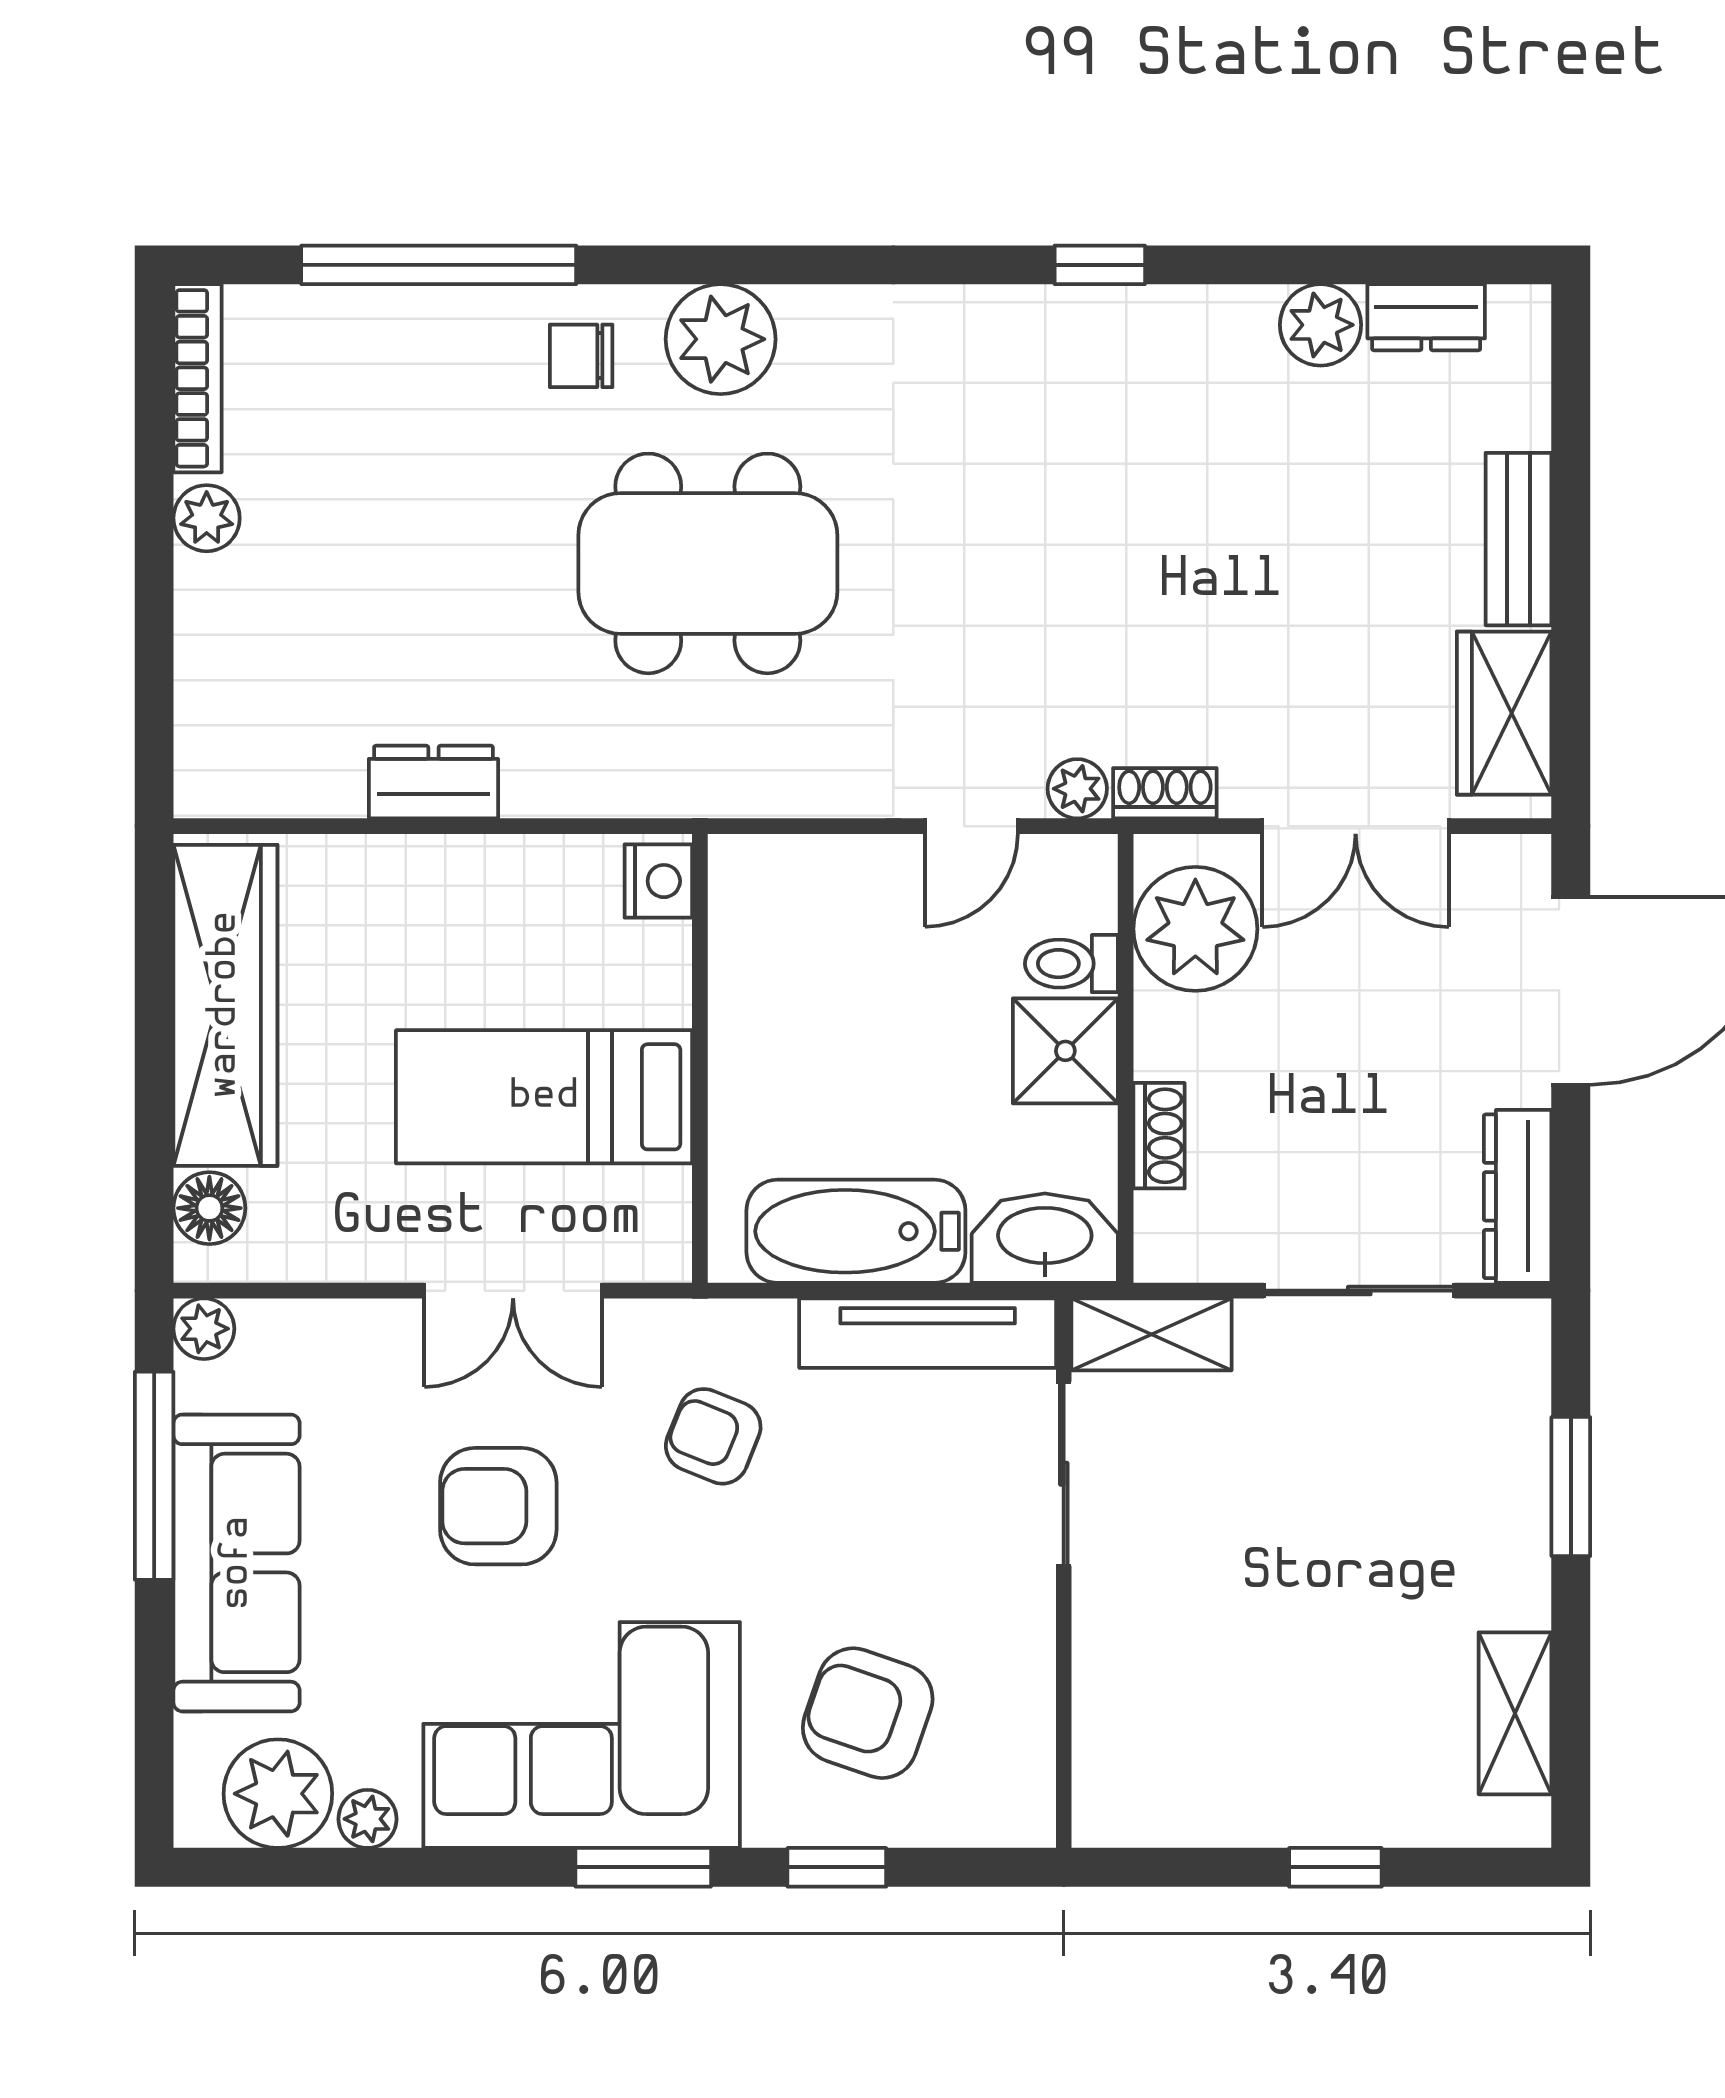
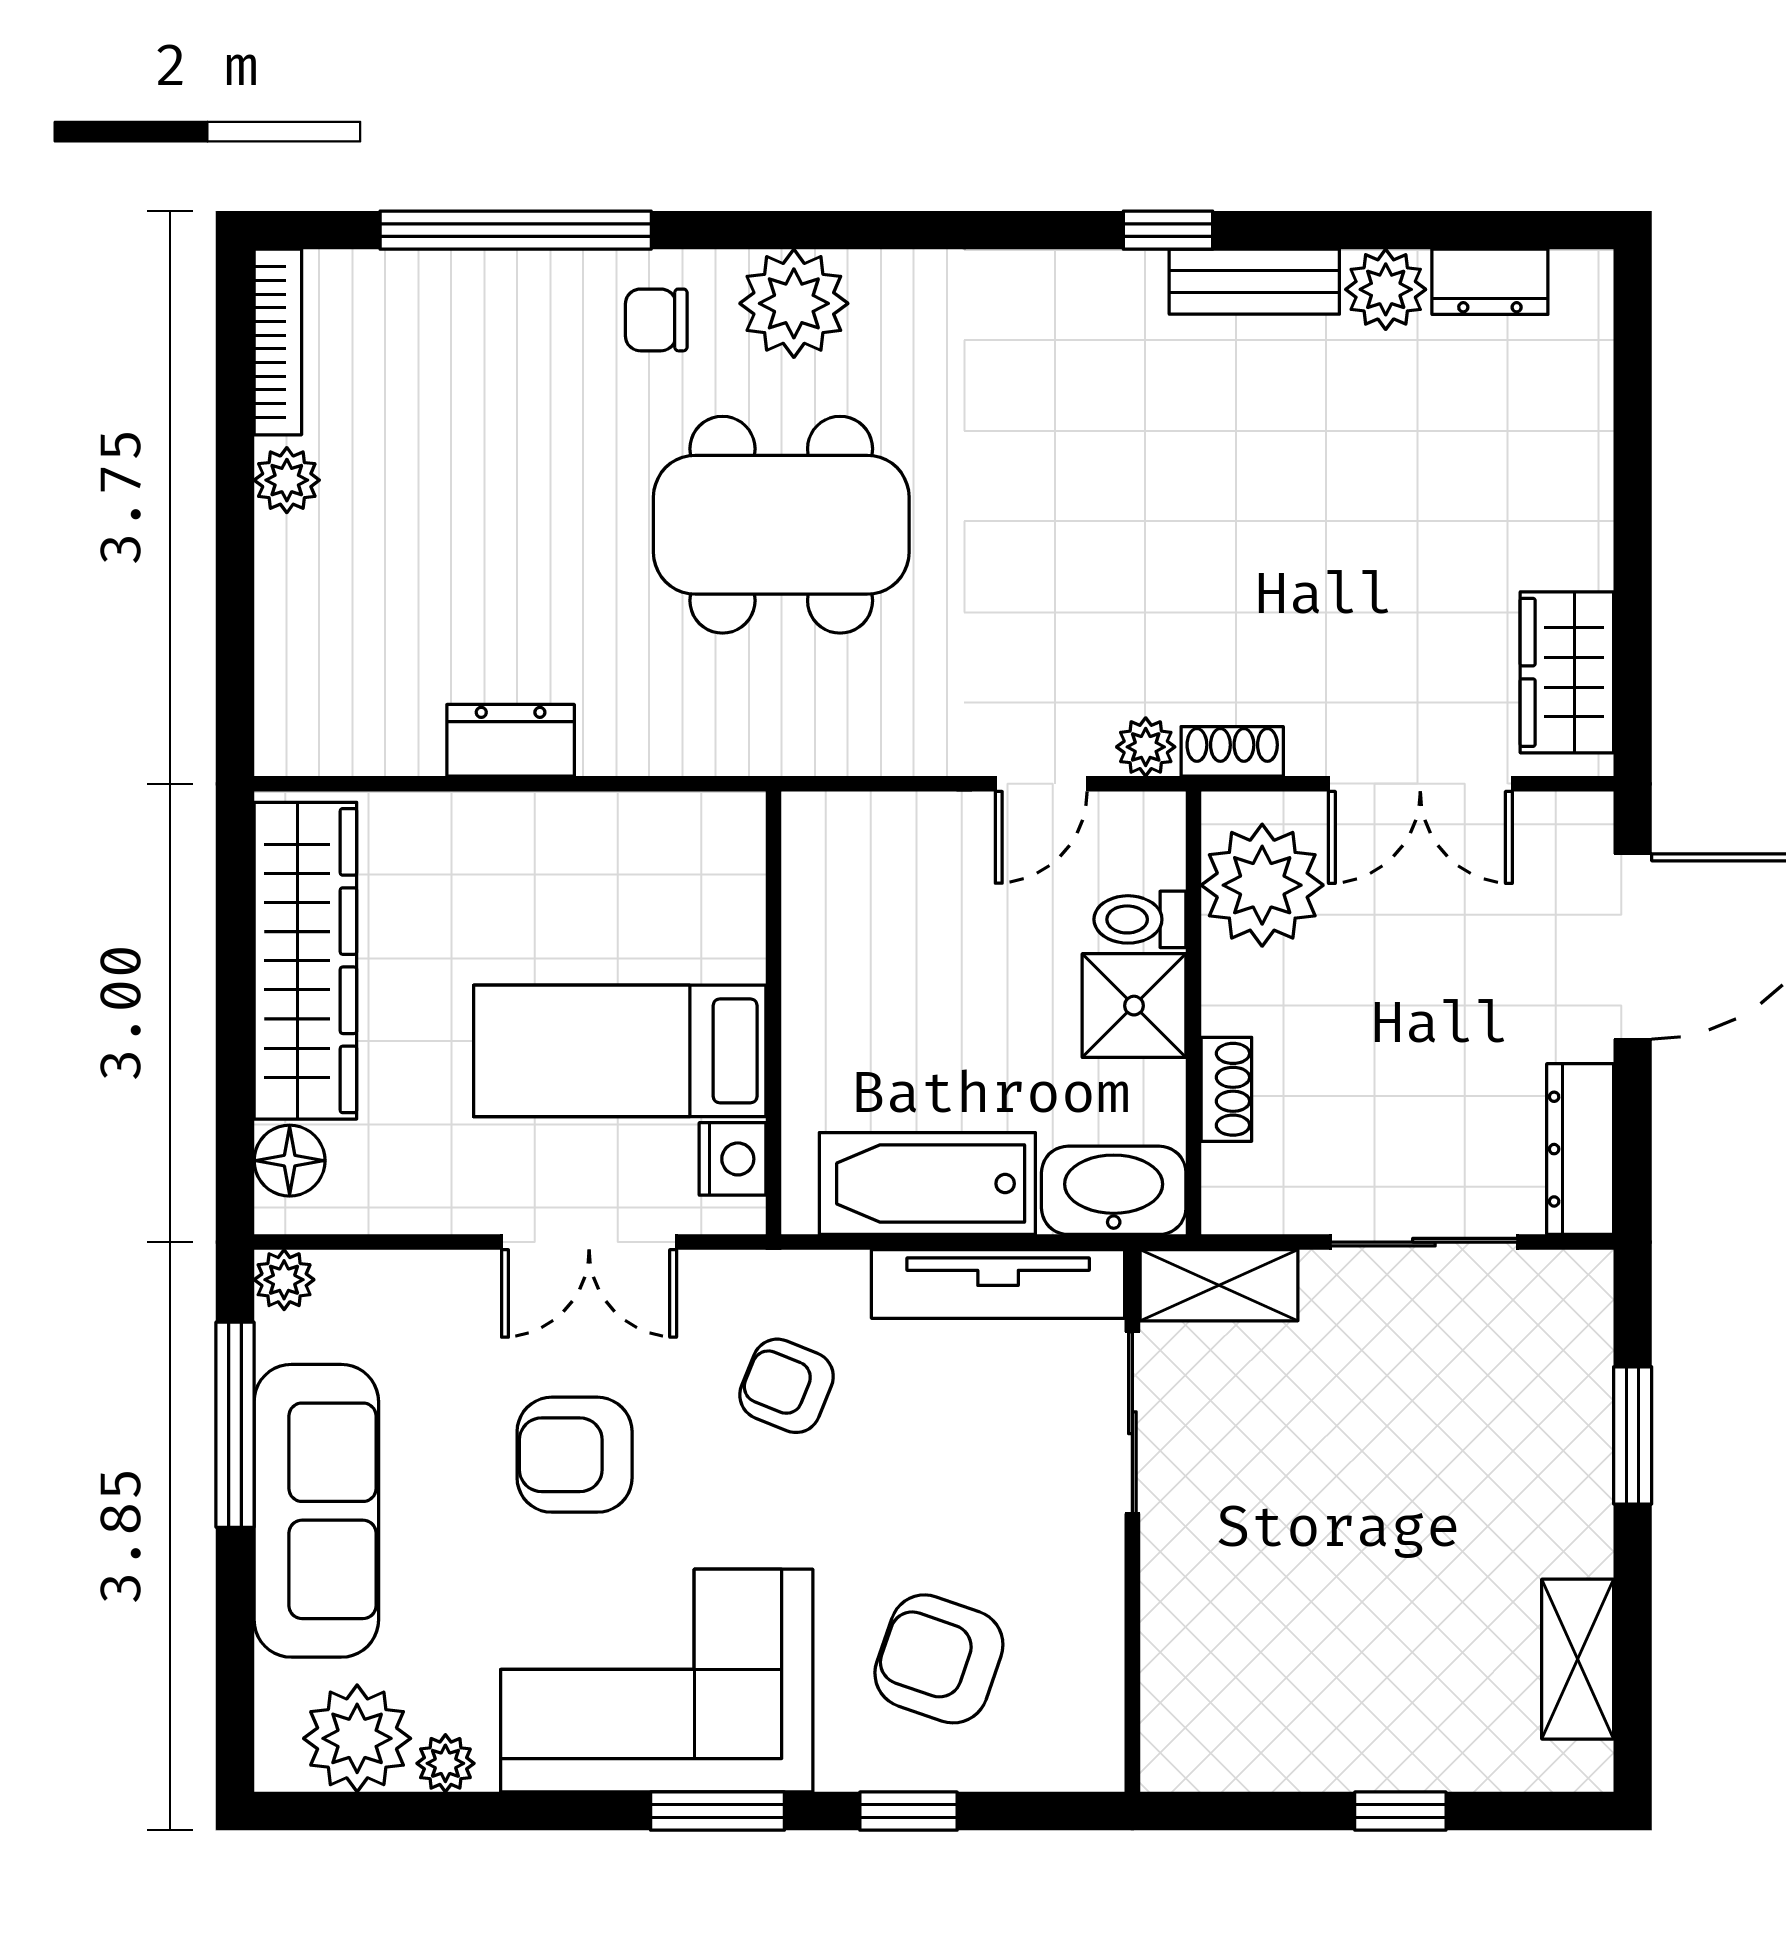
bench: (1519, 539) -> (1254, 282), moved, turned 90
nightstand: (658, 881) -> (732, 1159), moved

